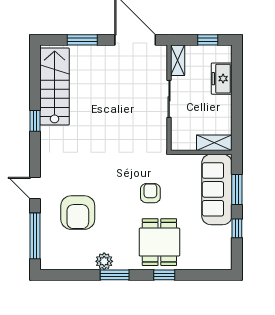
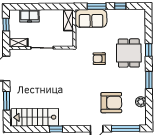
sofa: (217, 189) -> (91, 18), width x0.73
dining table: (159, 242) -> (129, 53), turned 90
plant: (104, 261) -> (141, 102), moved

